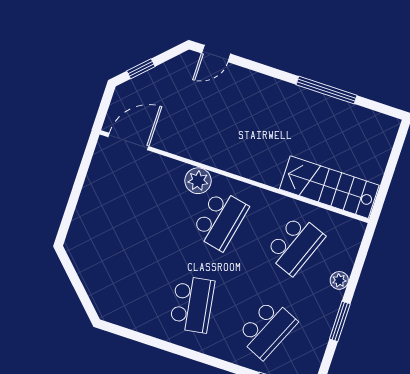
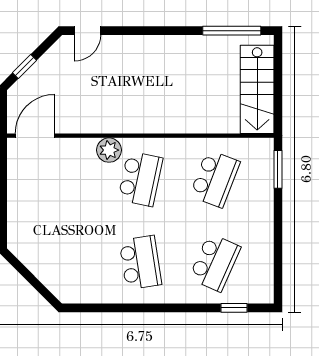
window: (326, 90) -> (232, 31), moved
stairs: (329, 187) -> (257, 89), moved, turned -90
plant: (339, 280) -> (265, 198), removed
window: (340, 321) -> (278, 169), moved

